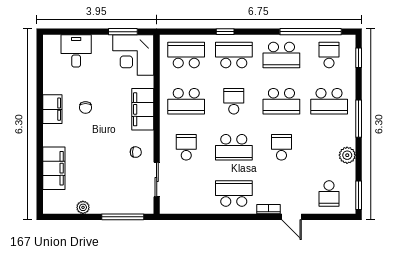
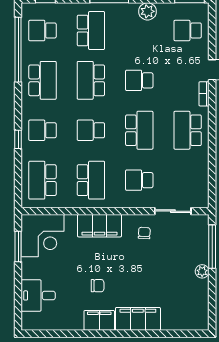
school desk: (234, 55) -> (43, 130), width x0.54
school desk: (281, 101) -> (91, 80), turned 180
filing cabinet: (54, 168) -> (138, 319), moved
school desk: (329, 193) -> (188, 30), turned 180
plant: (83, 207) -> (202, 271), moved

